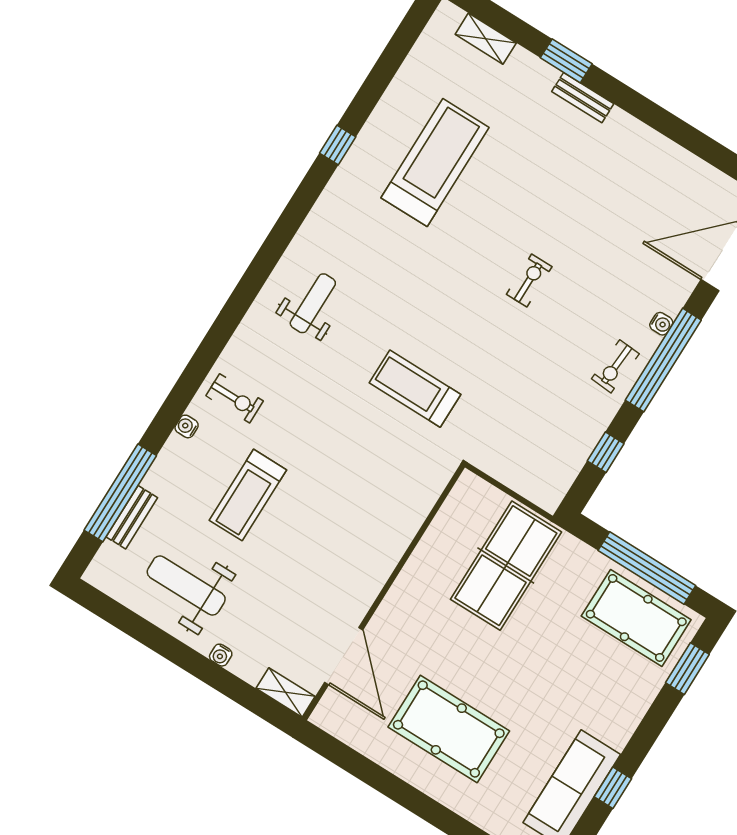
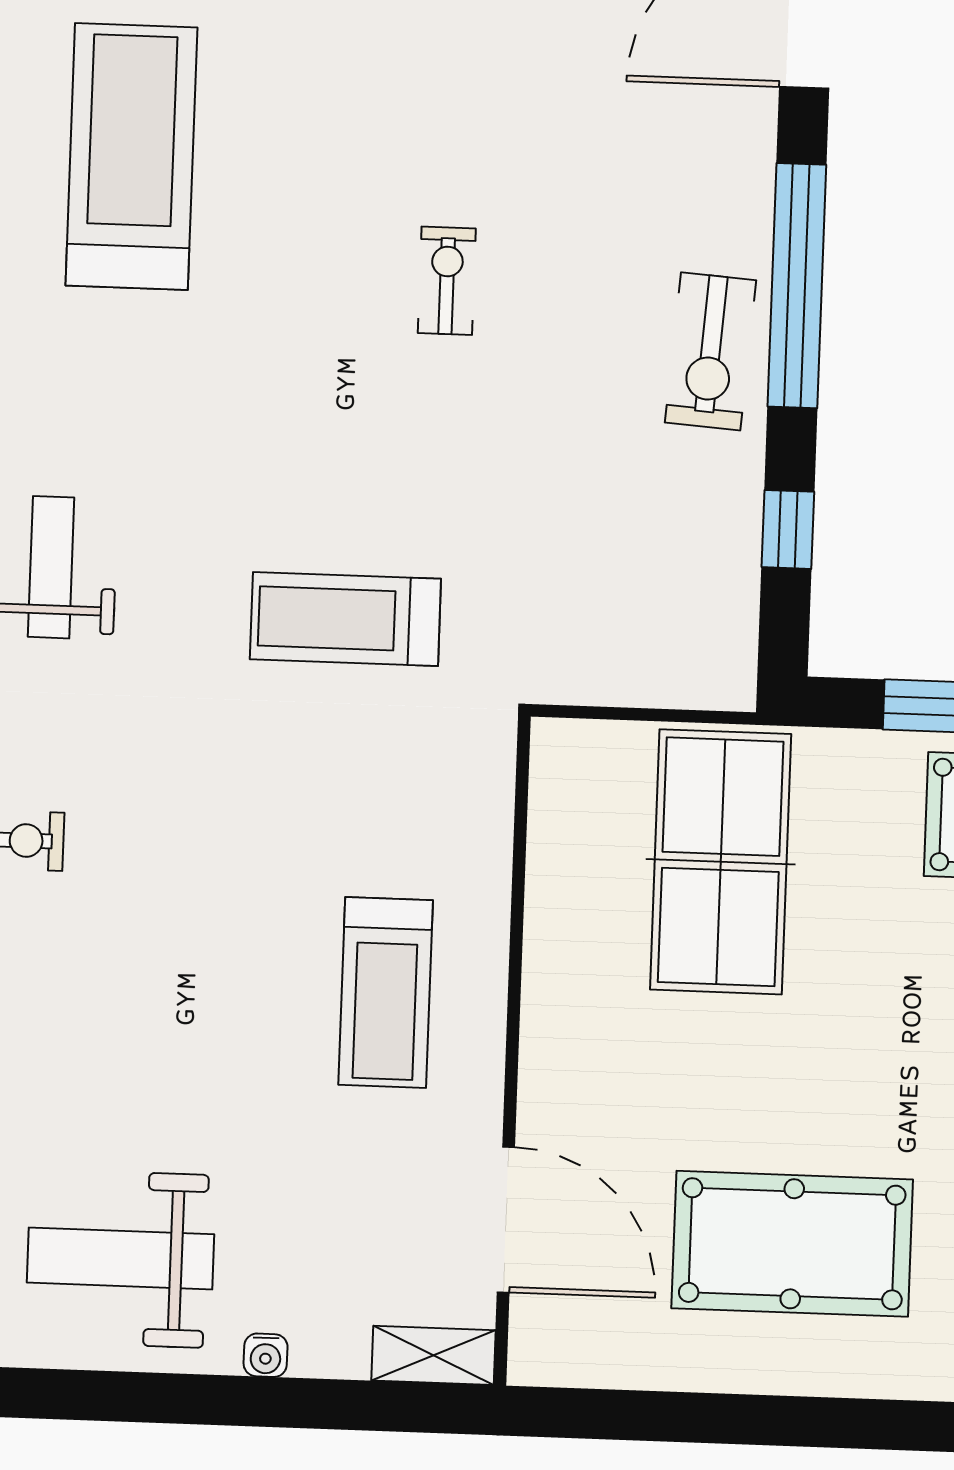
water cooler: (661, 324) -> (752, 217), removed
exercise bike: (615, 366) -> (711, 351), width x1.38, depth x1.39
treadmill: (248, 495) -> (386, 992), moved

